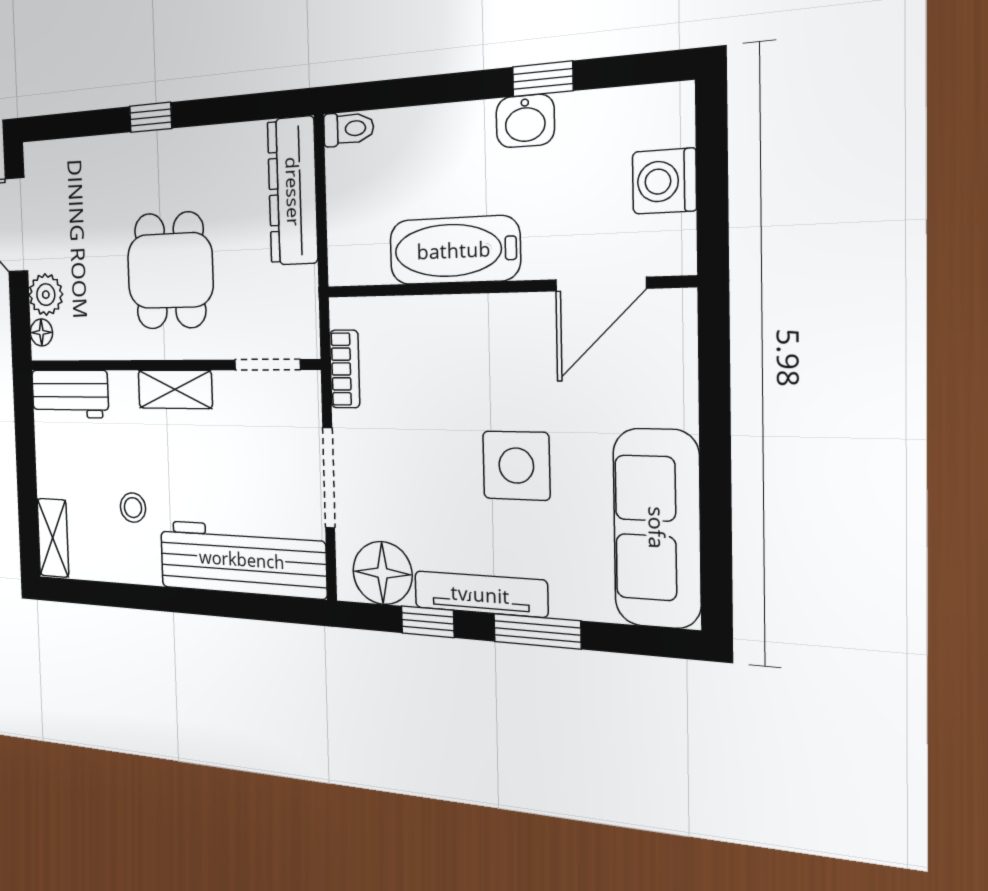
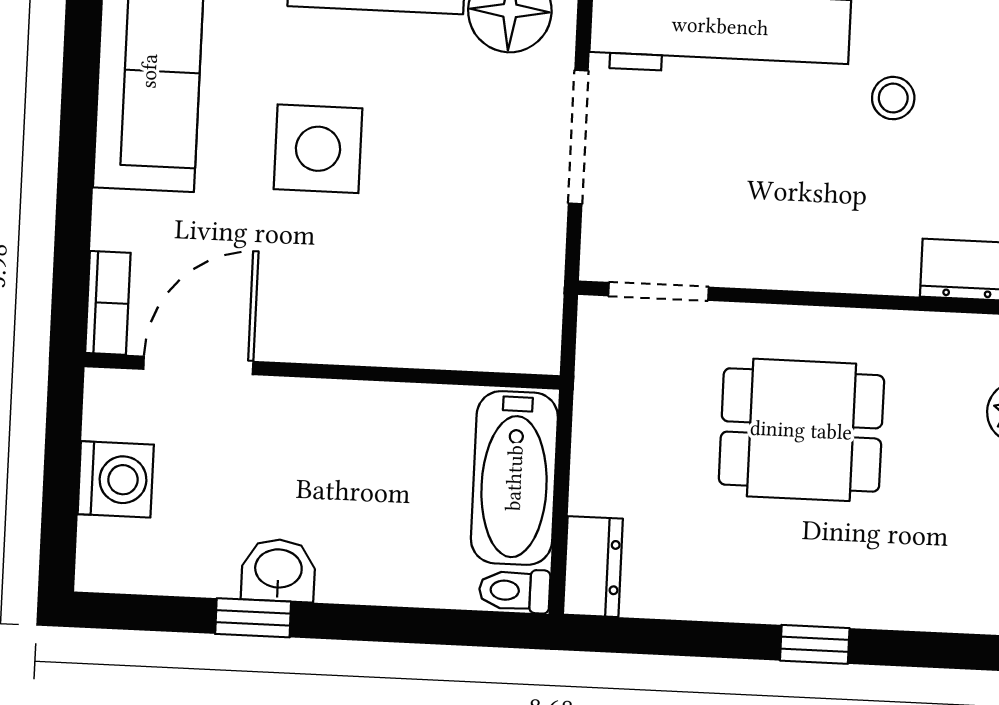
dresser: (293, 191) -> (593, 567), width x0.51, depth x0.80
bathtub: (454, 250) -> (514, 478), moved, turned 90
dining table: (170, 271) -> (801, 430), turned 90
bookcase: (345, 369) -> (108, 303), moved, turned 180
shelving: (175, 389) -> (808, 264), removed

